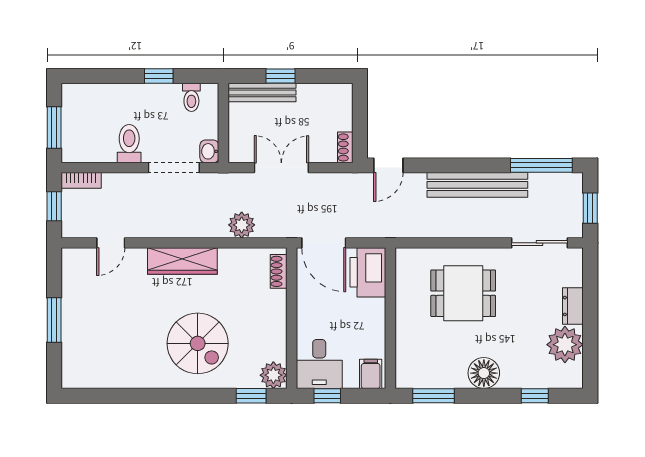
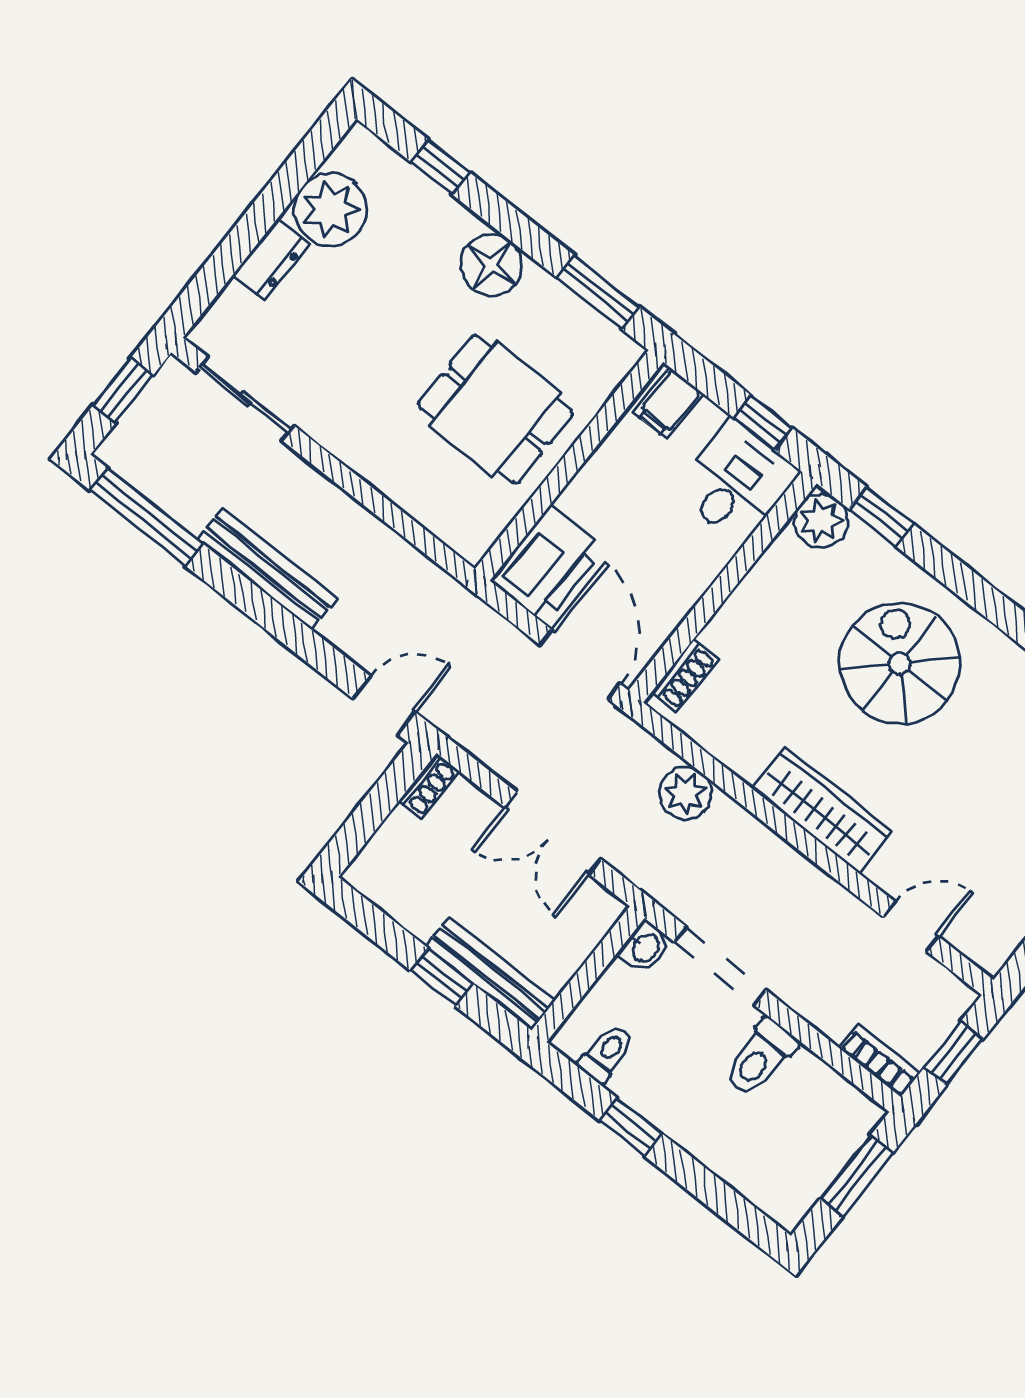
bench: (477, 185) -> (267, 569), width x0.73, depth x0.82
dining table: (463, 293) -> (495, 409), moved

